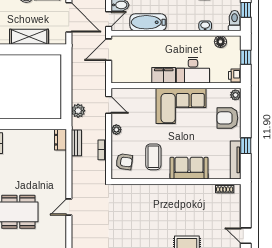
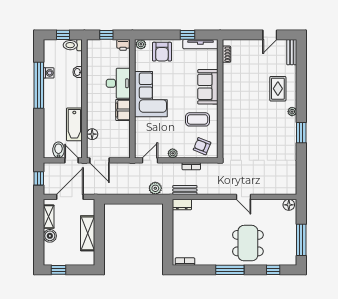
floor lamp: (220, 42) -> (92, 134), moved
armchair: (124, 162) -> (202, 146), turned -76

